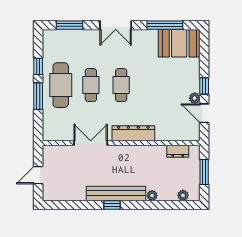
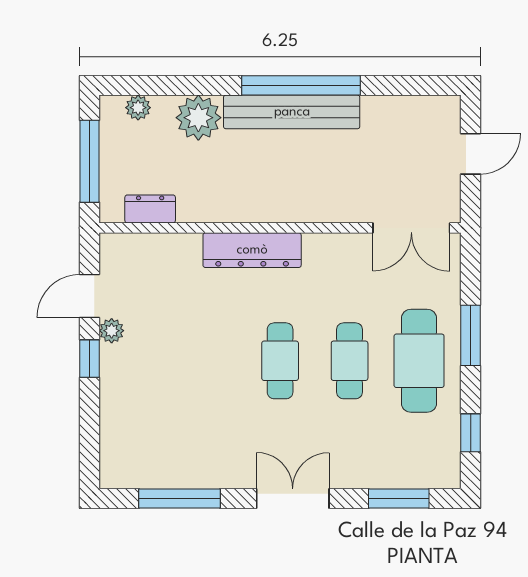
booth: (179, 43) -> (147, 457), removed
window: (38, 66) -> (471, 433), moved
door: (204, 113) -> (90, 296), swing flipped
double door: (91, 143) -> (411, 228), moved
window: (204, 172) -> (90, 161), width x1.44
plant: (152, 196) -> (198, 118), width x1.88, depth x1.88
window: (112, 205) -> (301, 85), width x3.17

